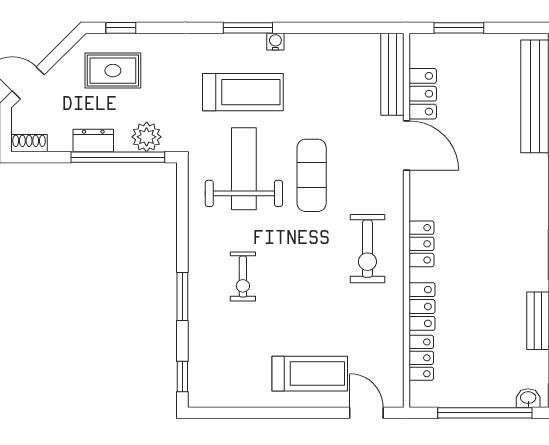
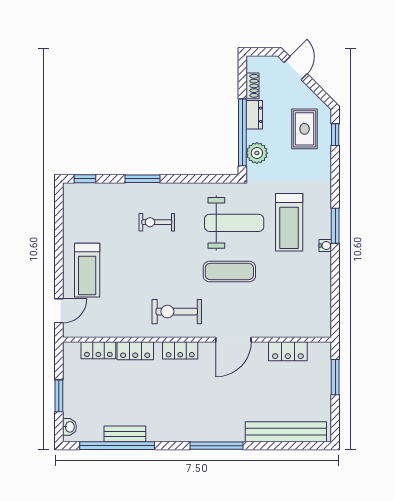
bench: (392, 74) -> (302, 329), removed
shoe rack: (29, 143) -> (252, 86), moved
door: (407, 145) -> (233, 340), moved
window: (485, 413) -> (59, 396), width x0.47

